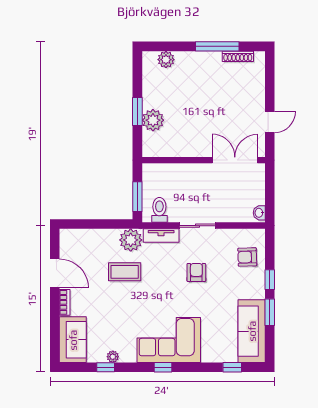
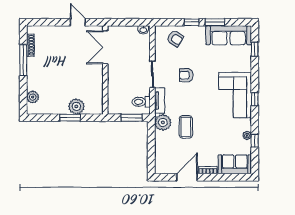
armchair: (247, 257) -> (175, 38), turned -56

